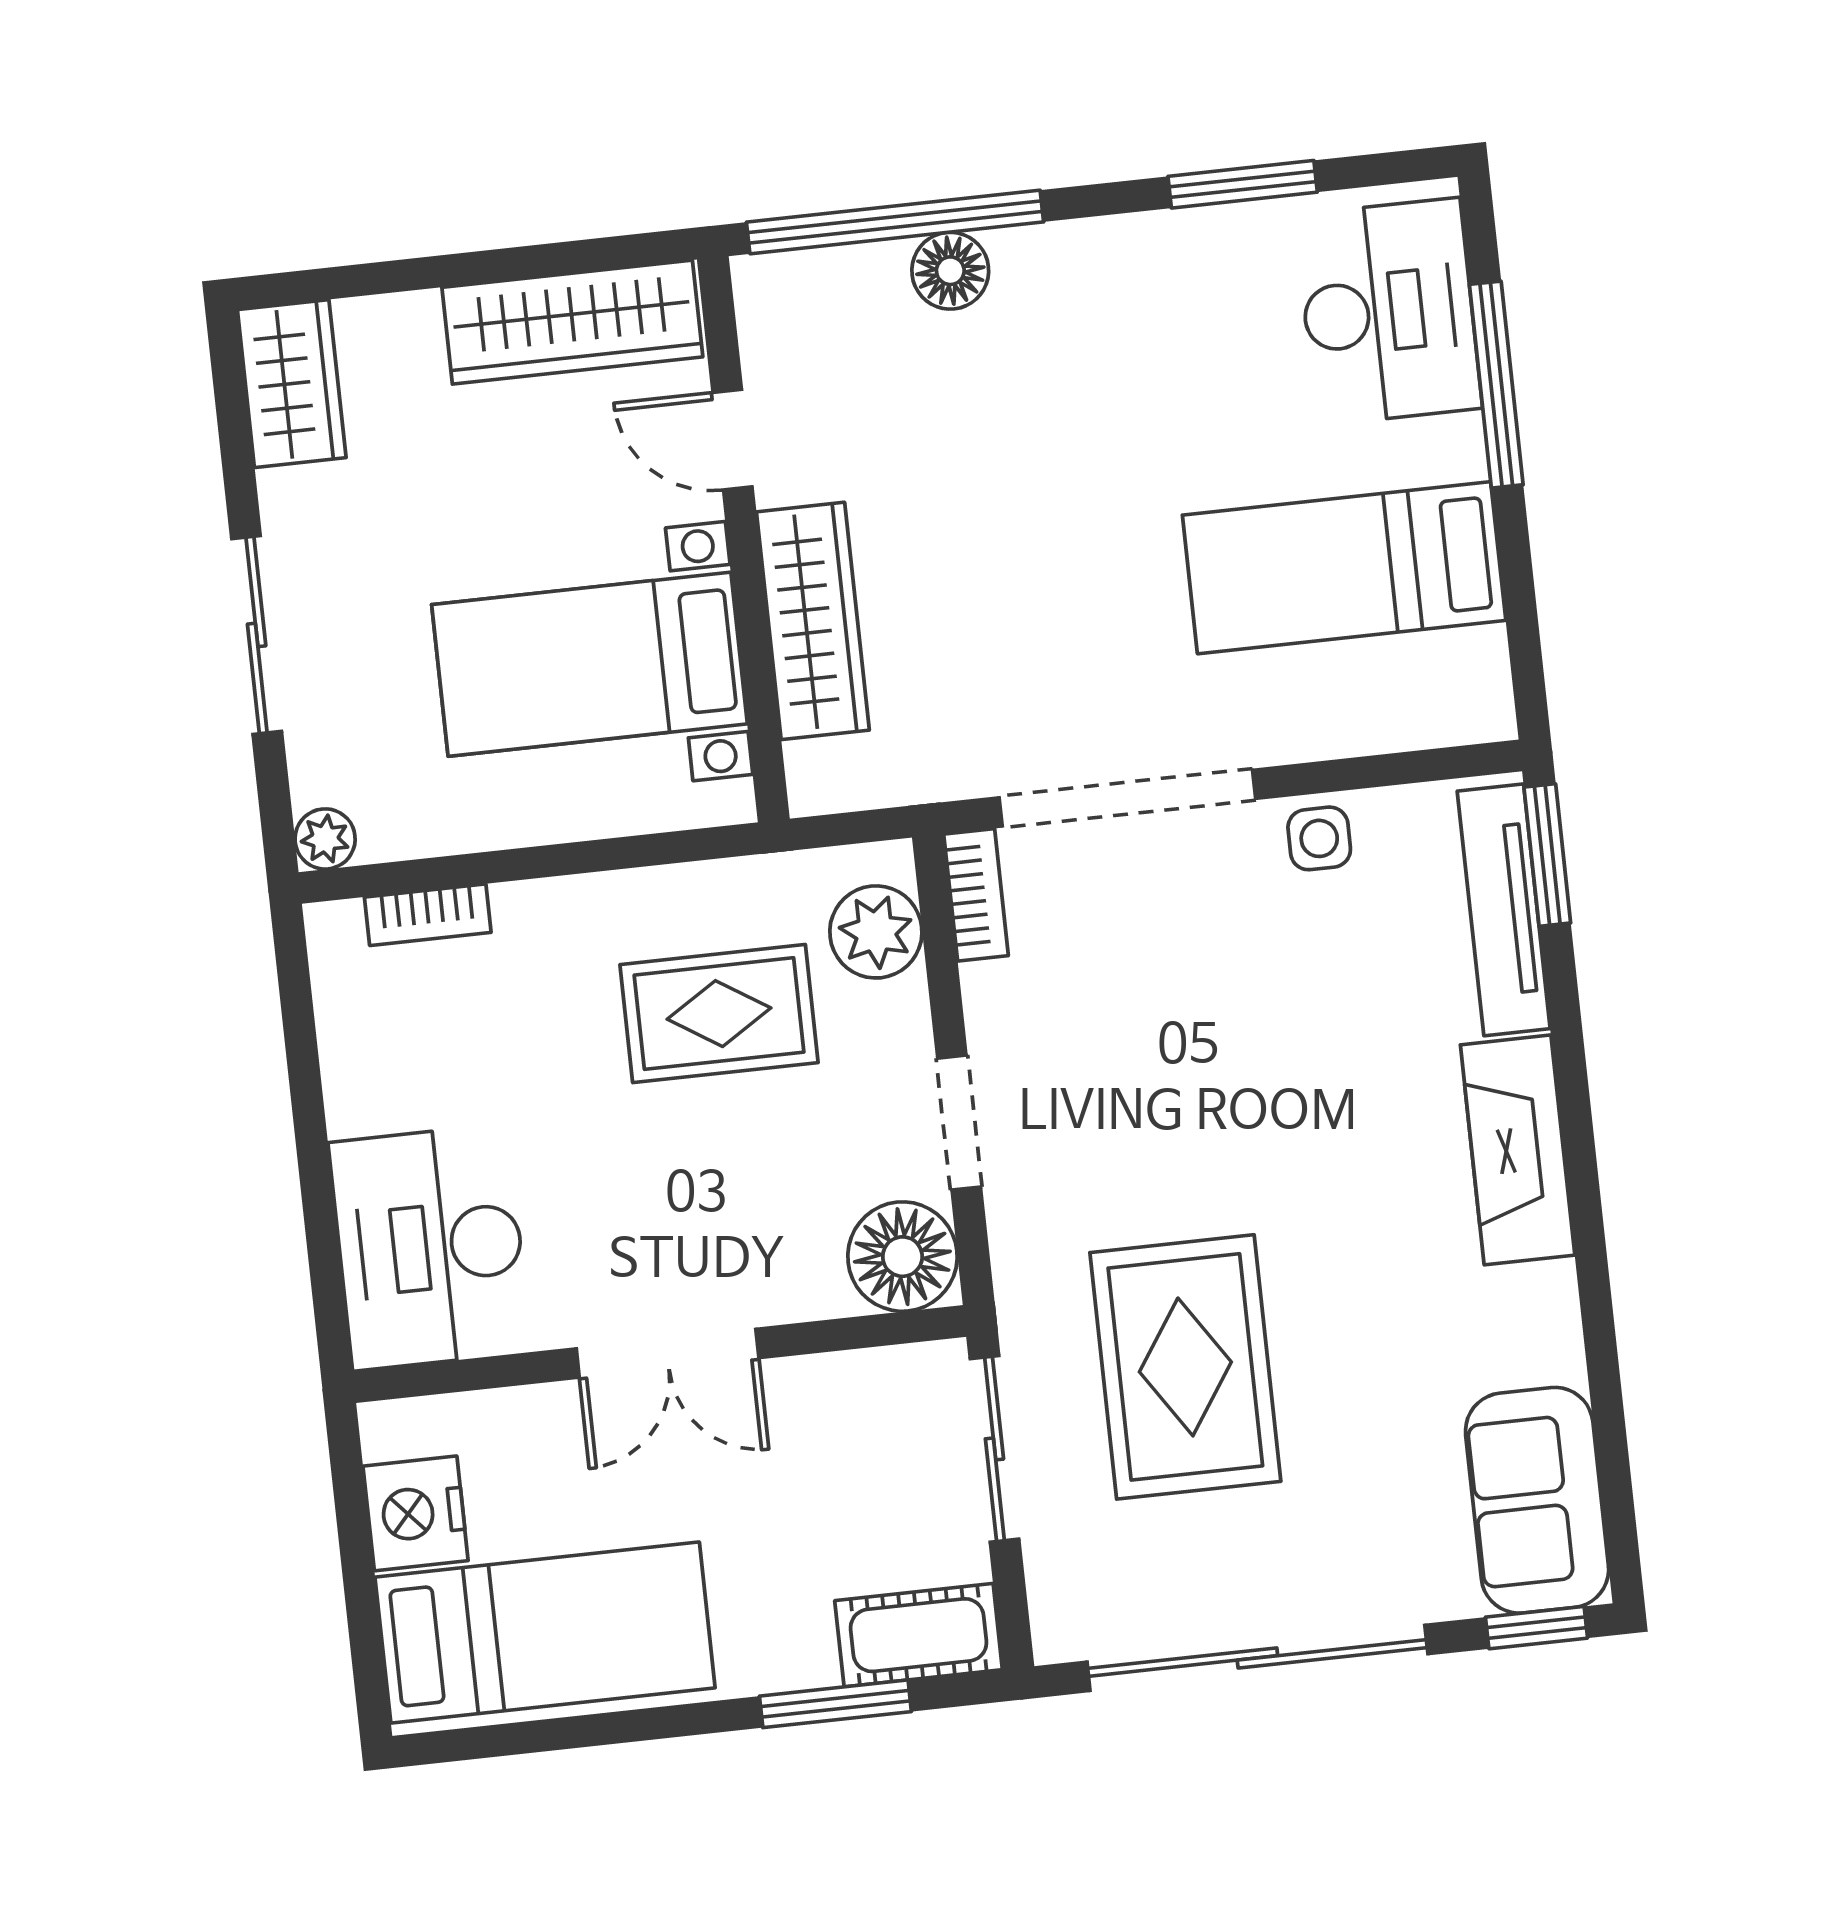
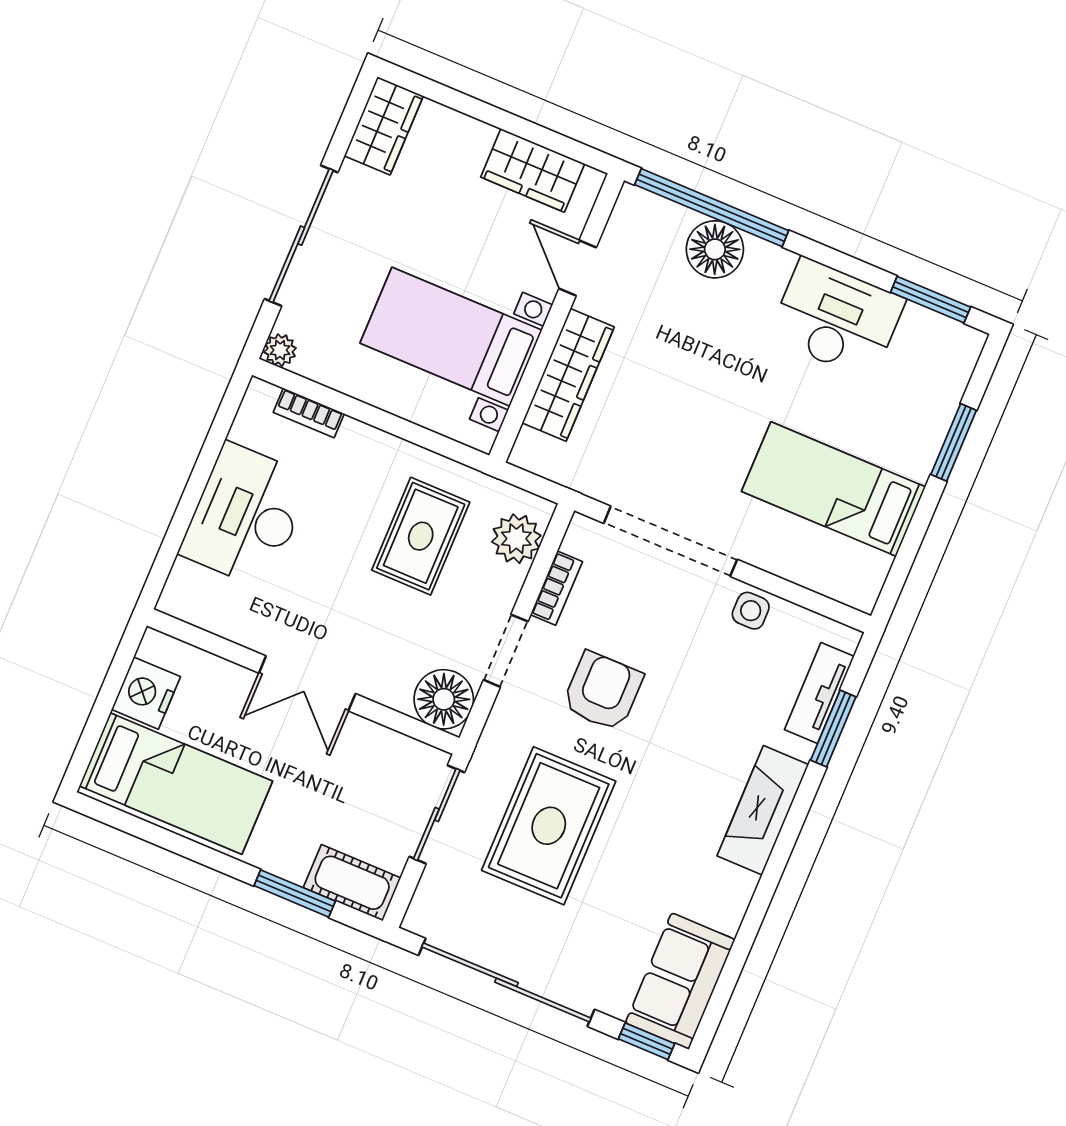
window: (1243, 184) -> (931, 300), moved
floor lamp: (950, 271) -> (715, 249), width x1.38, depth x1.38
desk: (1388, 312) -> (837, 319), moved, turned -90
wardrobe: (572, 322) -> (533, 170), width x0.67
window: (1496, 385) -> (954, 442), width x0.69
sliding door: (257, 635) -> (301, 236), width x1.37
window: (1547, 855) -> (833, 728), moved
bookcase: (976, 895) -> (556, 588), moved
tv unit: (1504, 910) -> (819, 693), width x0.71
rug: (719, 1014) -> (421, 536), turned 90
armchair: (1152, 1101) -> (603, 691), added
desk: (430, 1247) -> (246, 516), moved

